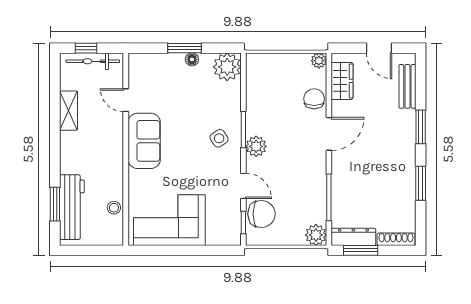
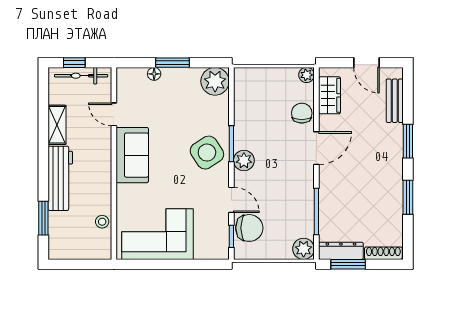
floor lamp: (192, 59) -> (154, 74), moved
side table: (219, 138) -> (207, 153), width x1.87, depth x1.87
workbench: (72, 207) -> (60, 178), moved

